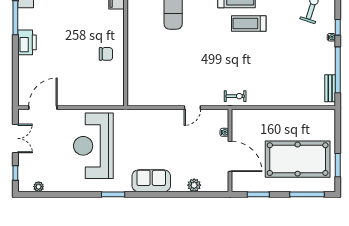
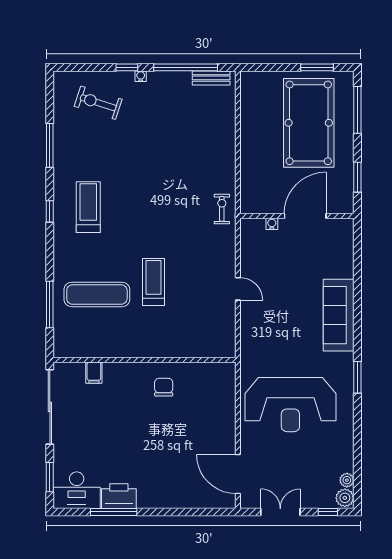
treadmill: (249, 24) -> (153, 282), moved, turned 180
printer: (27, 42) -> (119, 496), moved
door: (192, 108) -> (238, 289), moved
sofa: (151, 181) -> (339, 315), width x1.36
plant: (194, 185) -> (345, 498), moved

